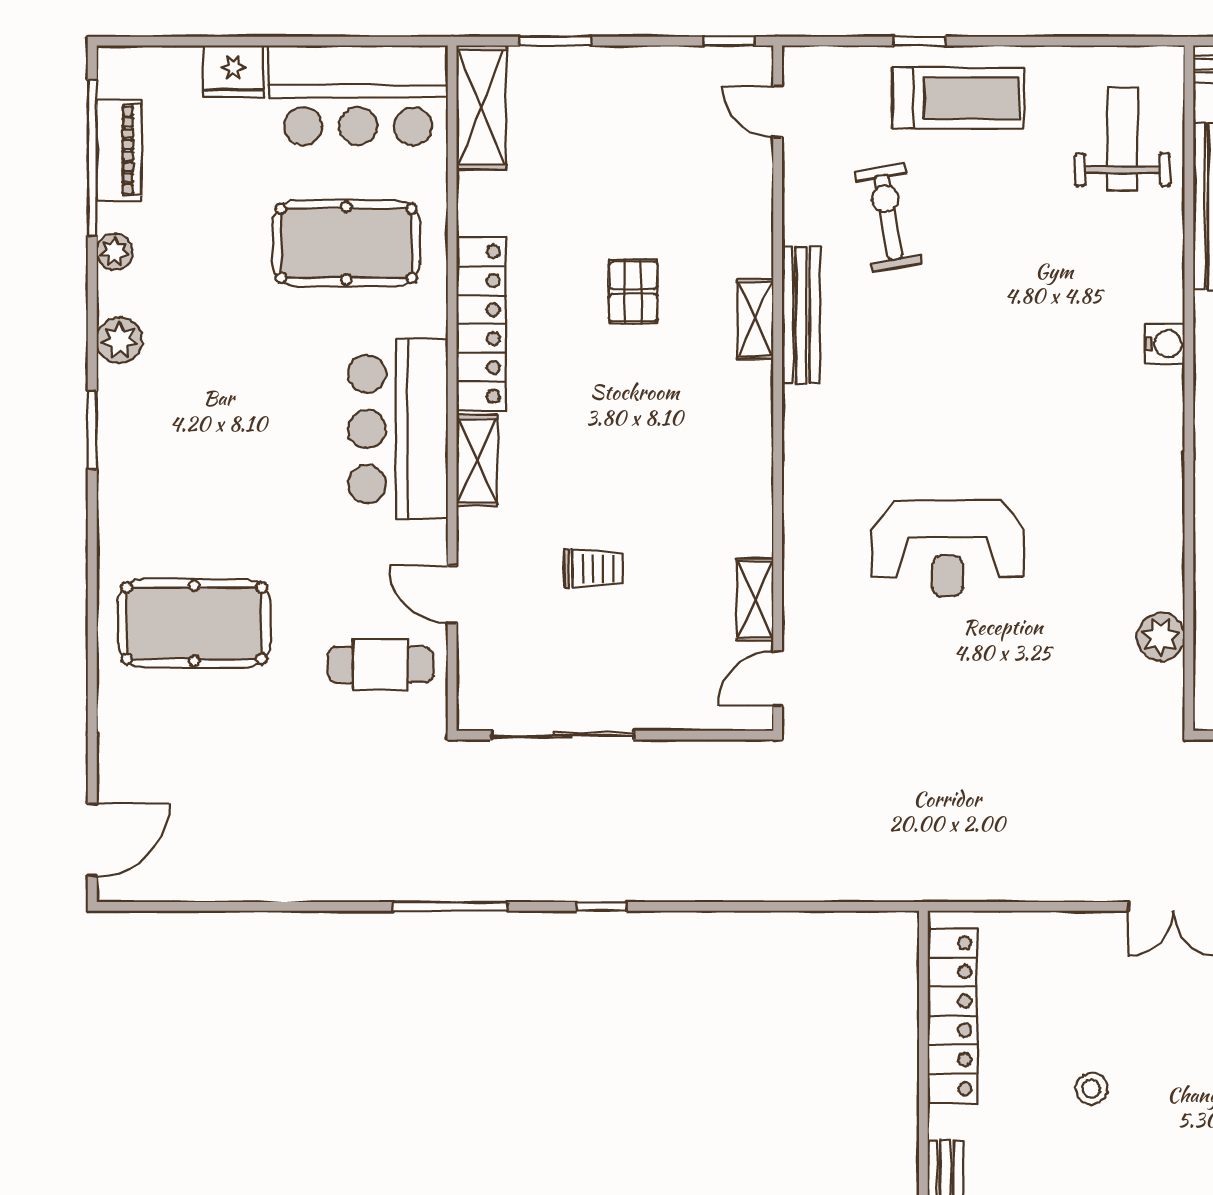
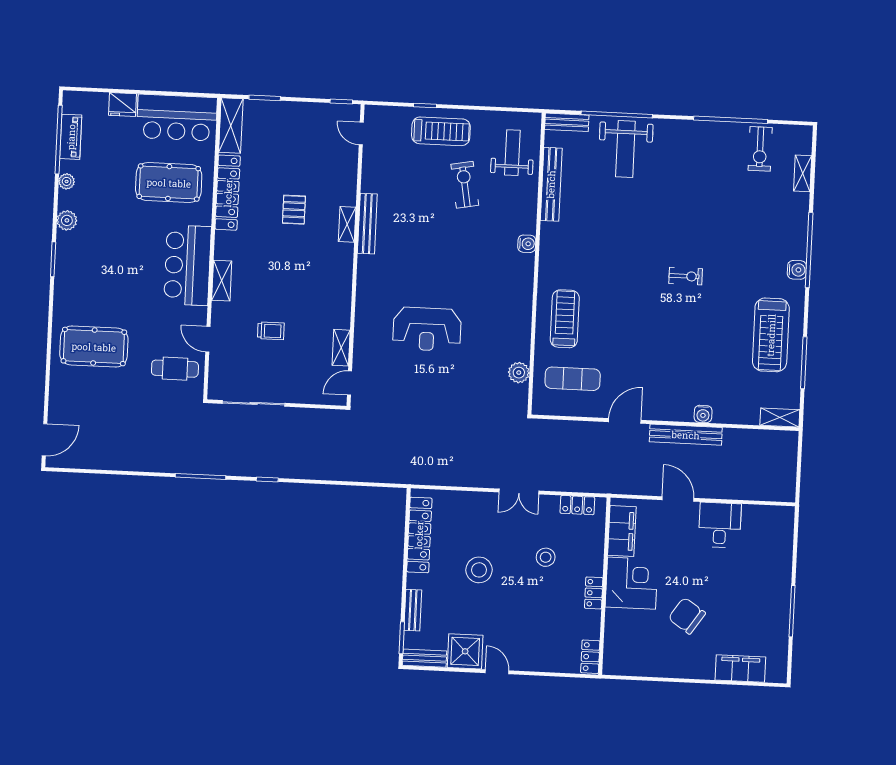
exercise bike: (888, 217) -> (465, 185), moved
locker: (481, 324) -> (228, 193), moved
stool: (1091, 1089) -> (479, 570), width x1.89, depth x1.89

